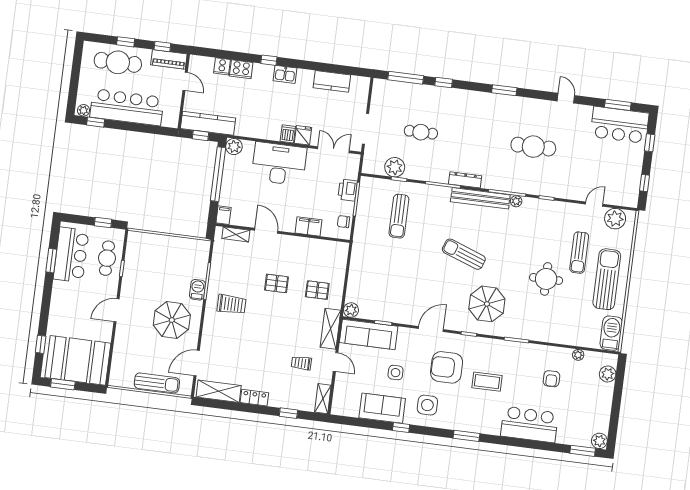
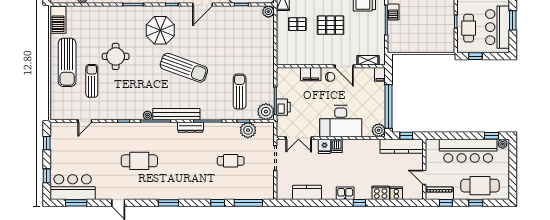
plant: (615, 219) -> (266, 112), moved
chair: (344, 222) -> (330, 77), moved
sun lounger: (464, 254) -> (184, 68), width x1.36, depth x1.34
pallet: (276, 283) -> (331, 25), width x1.50, depth x1.42

